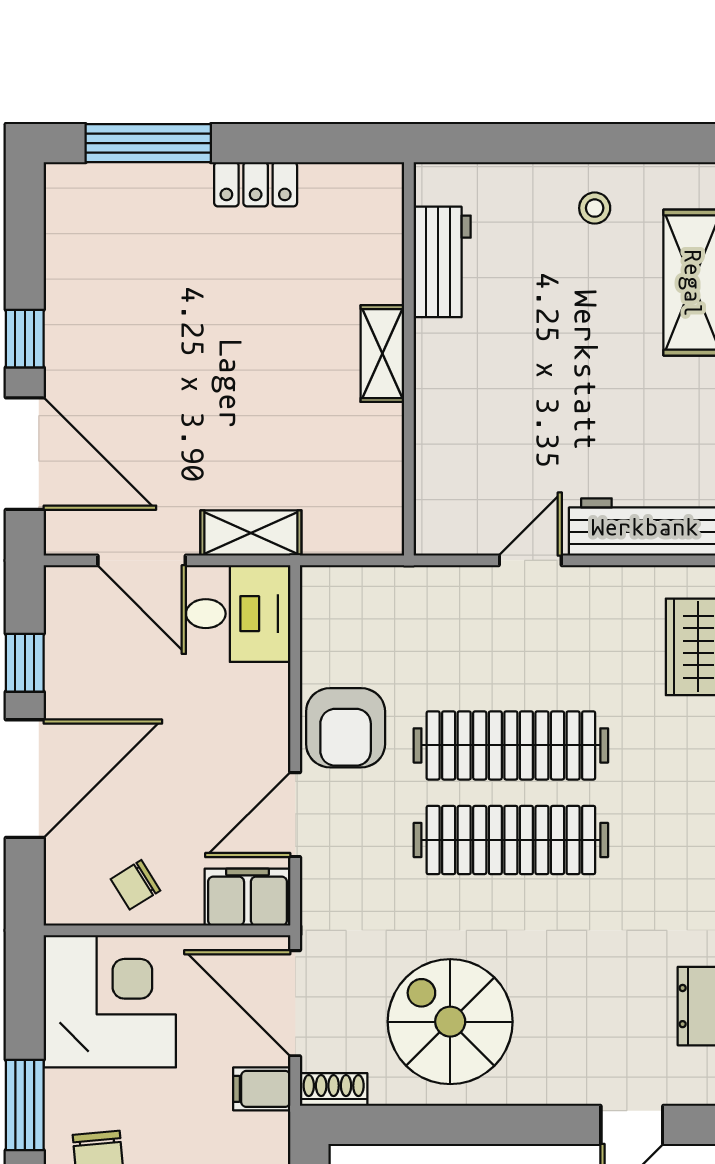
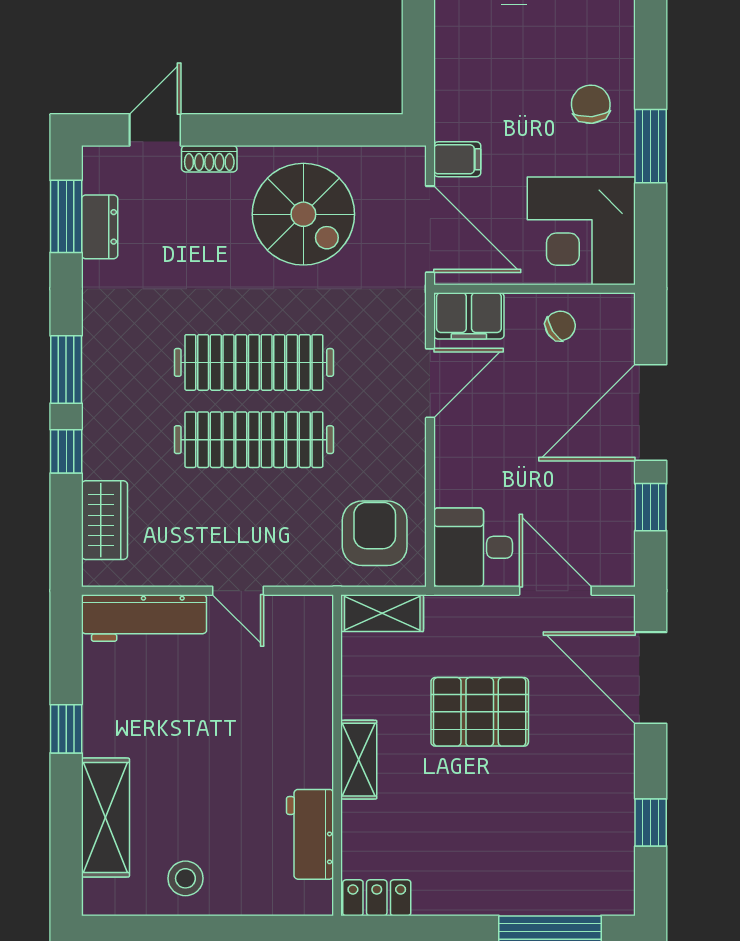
locker: (256, 184) -> (377, 898), moved
stool: (595, 208) -> (185, 878), width x1.37, depth x1.37
window: (25, 339) -> (651, 823), moved
pallet: (234, 412) -> (480, 712), added
shelving: (251, 533) -> (382, 613), moved
door: (530, 560) -> (238, 591), hinge flipped
armchair: (346, 728) -> (375, 533), moved
shoe rack: (334, 1089) -> (209, 159), moved

